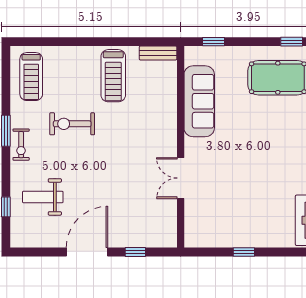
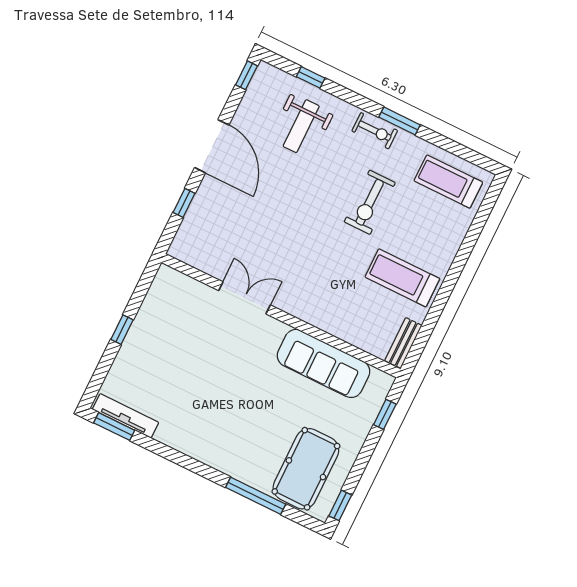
exercise bike: (72, 124) -> (370, 202), turned 180
exercise bike: (21, 145) -> (375, 131), turned 180
weight bench: (43, 197) -> (301, 126), turned 180
window: (26, 252) -> (246, 75), added

